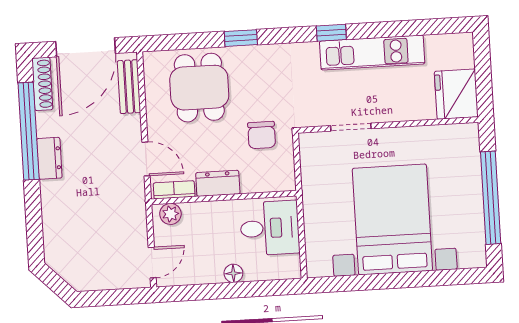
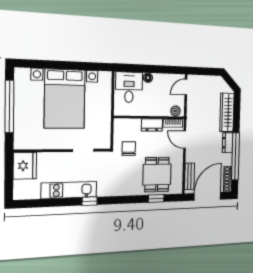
window: (241, 38) -> (156, 198), moved
wardrobe: (57, 220) -> (227, 112), added
desk: (270, 228) -> (129, 87), moved, turned 90

